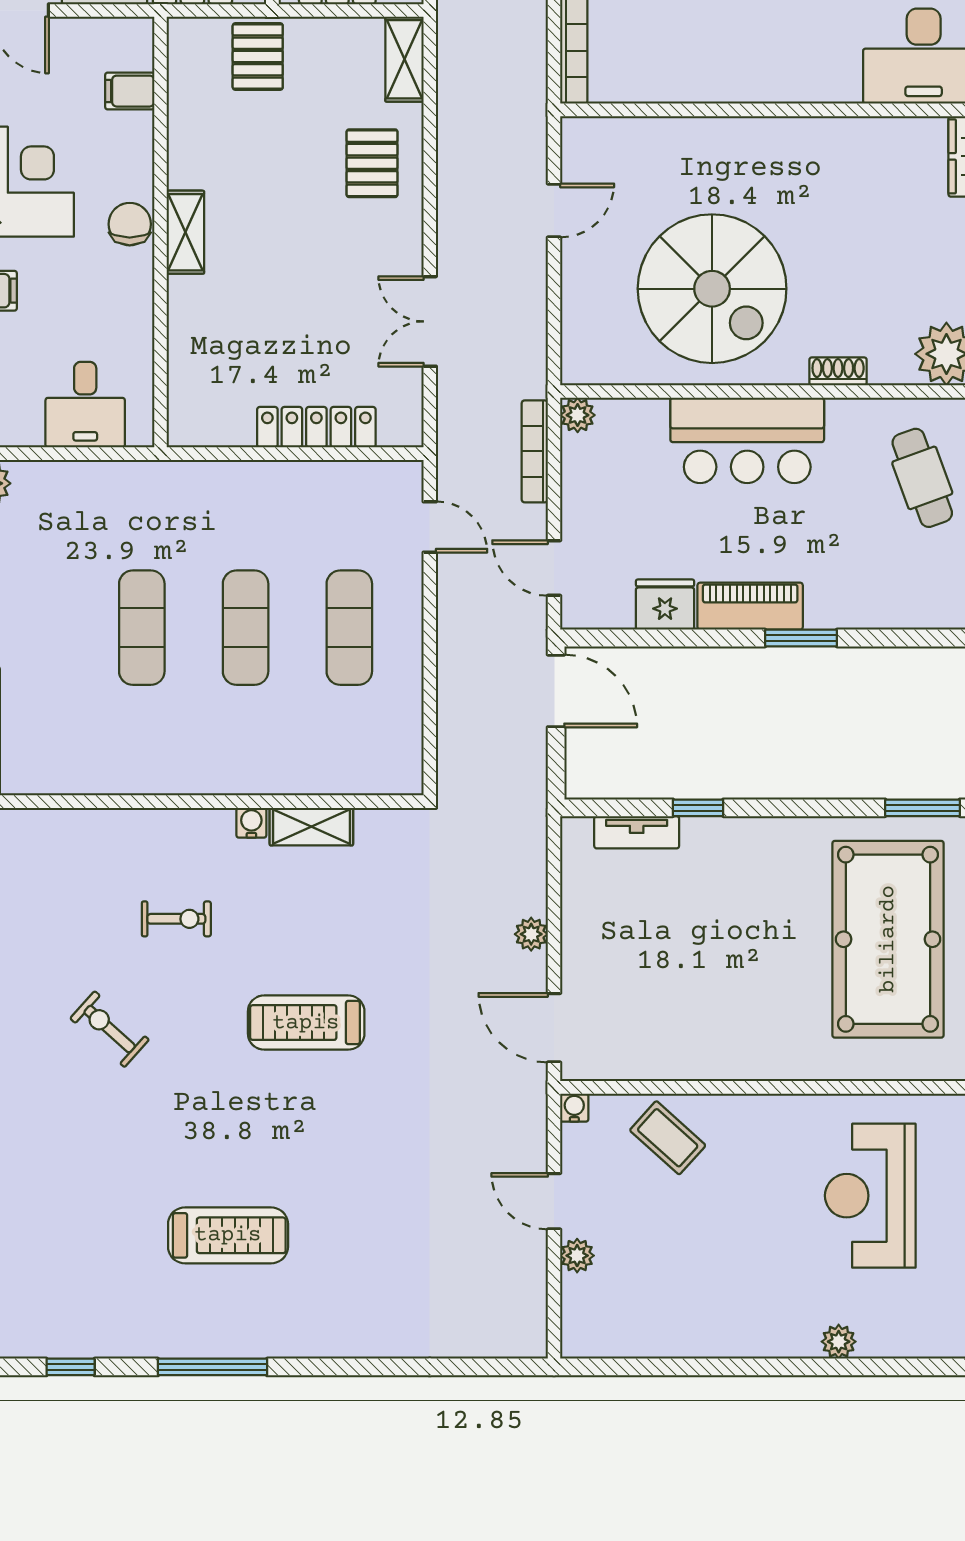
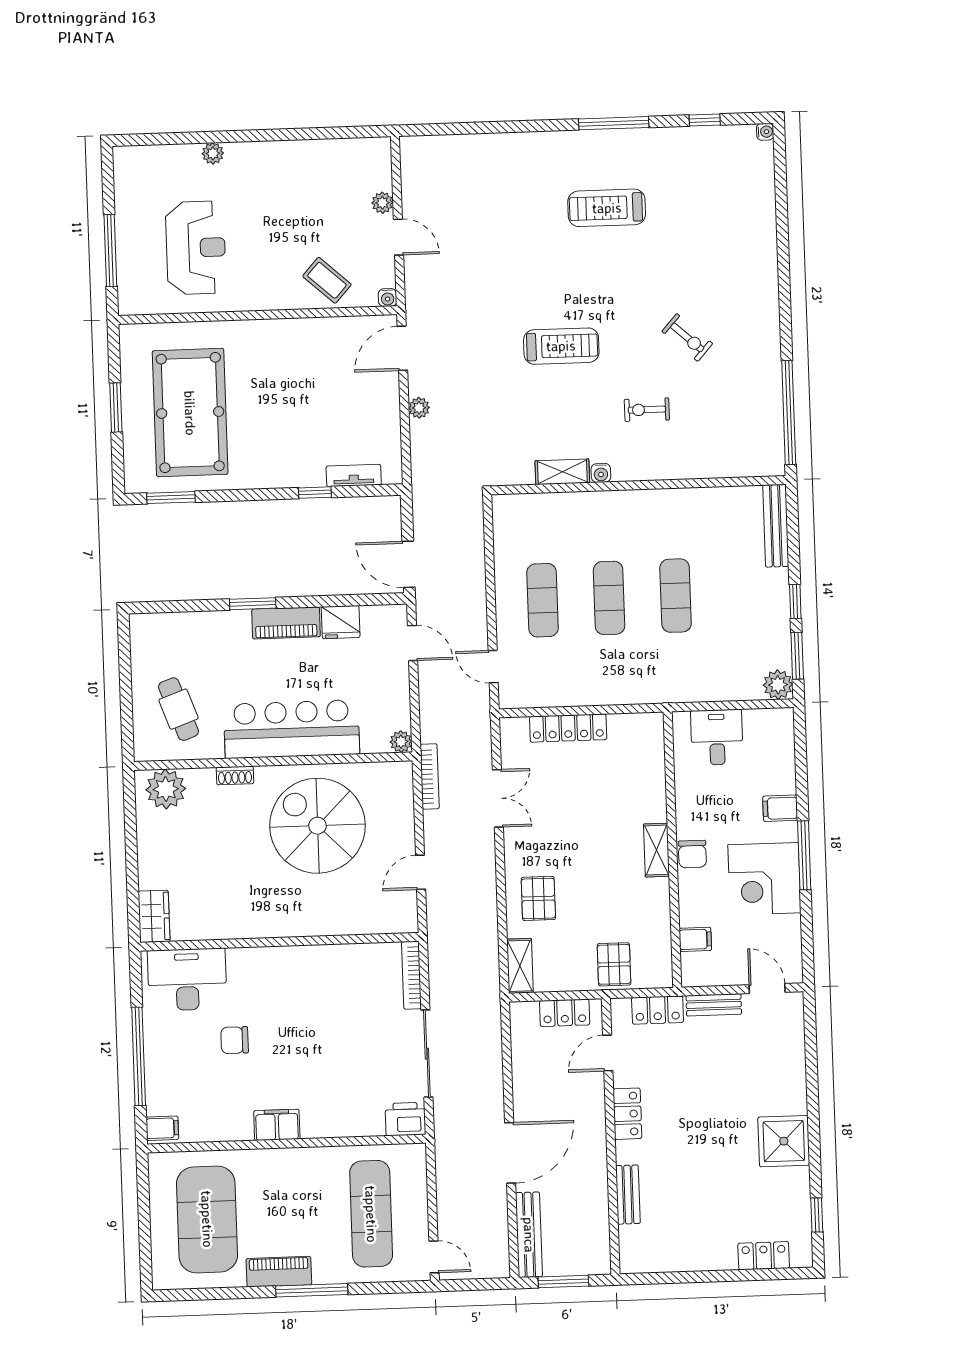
bar counter: (747, 440) -> (292, 729), width x1.36
bookcase: (535, 451) -> (430, 776), moved
door: (554, 1028) -> (402, 348), swing flipped

